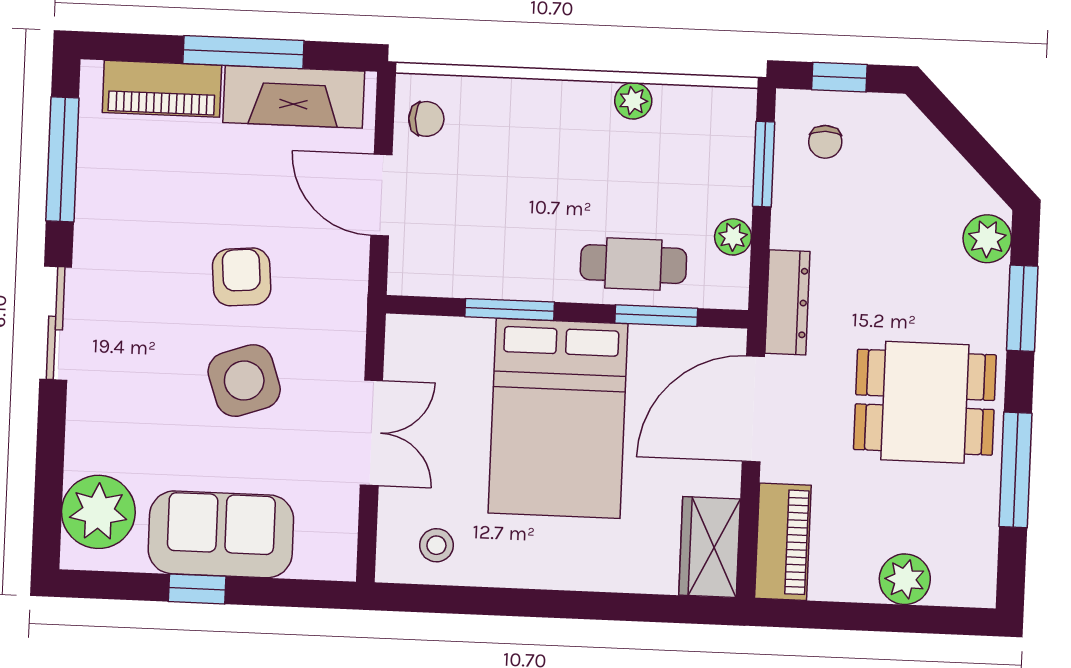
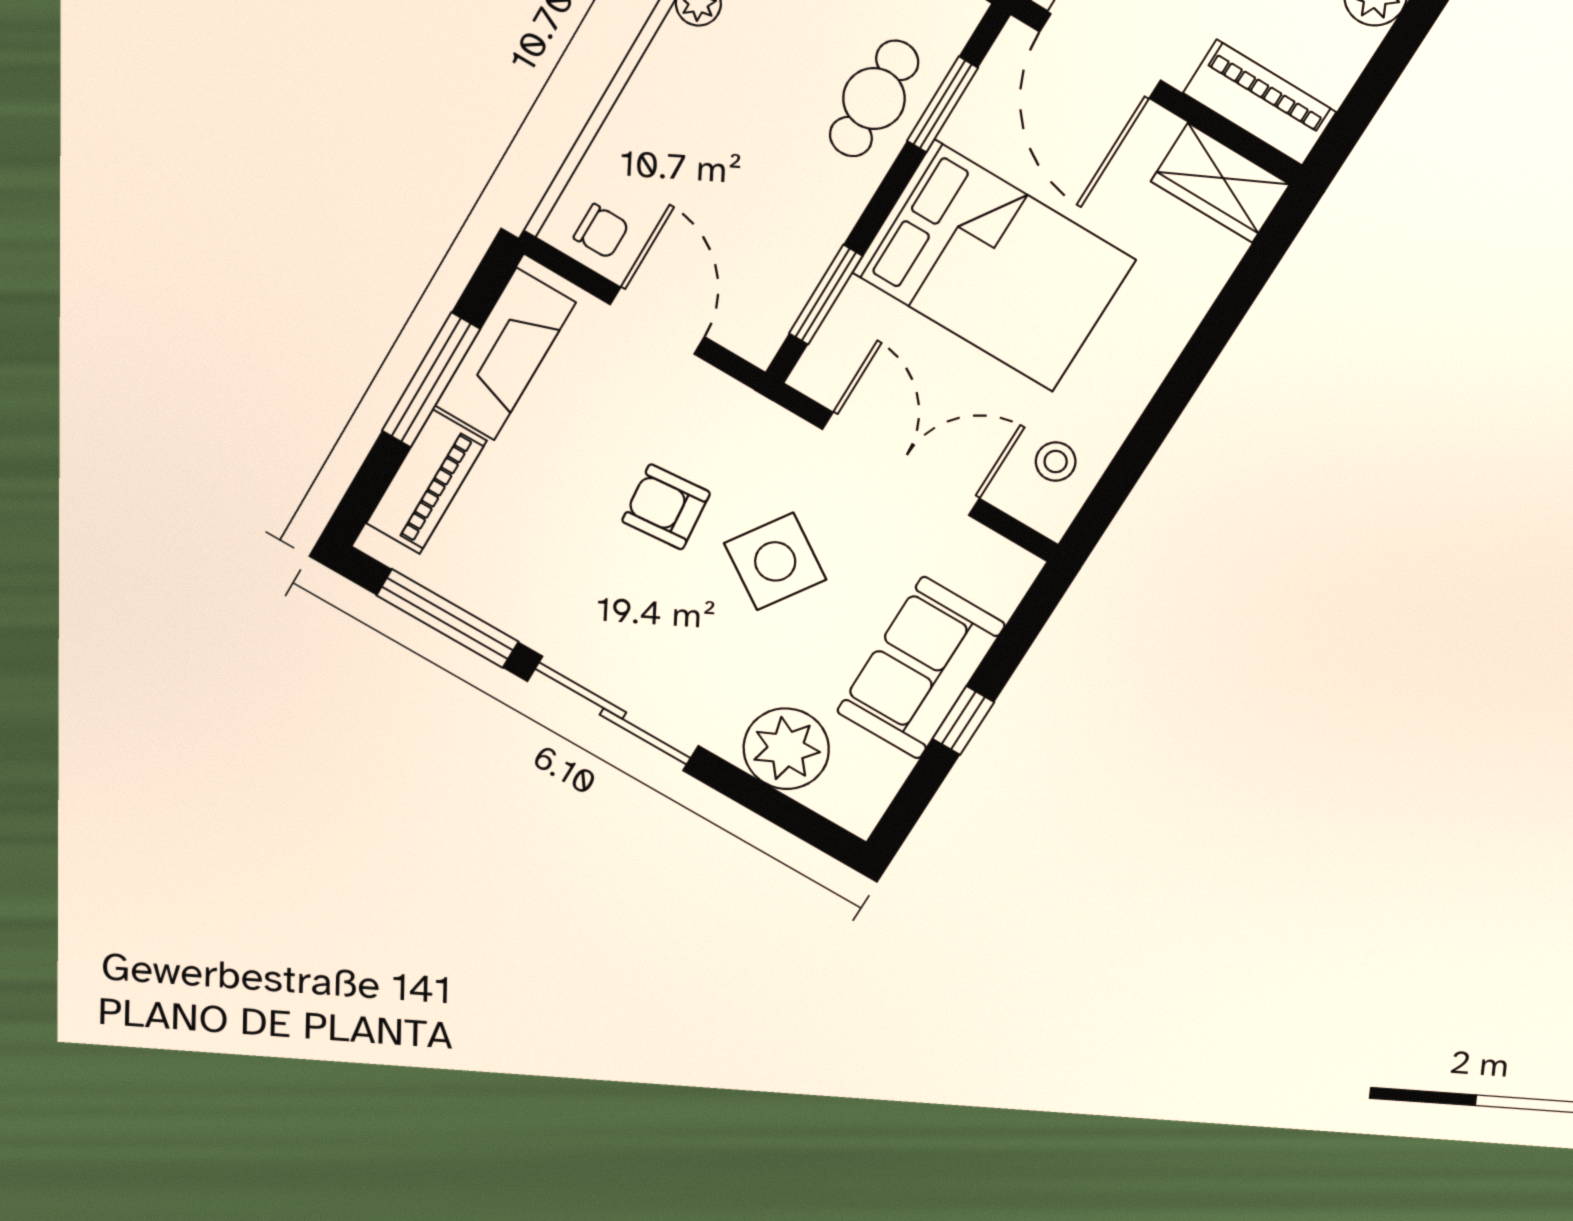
chair: (426, 119) -> (601, 231), turned 90
door: (381, 195) -> (657, 321), swing flipped
window: (510, 309) -> (826, 295), moved
sliding door: (56, 323) -> (613, 714), width x1.37
side table: (244, 381) -> (775, 561), turned -37
double door: (371, 433) -> (901, 464), width x1.37
plant: (98, 512) -> (786, 749), moved

